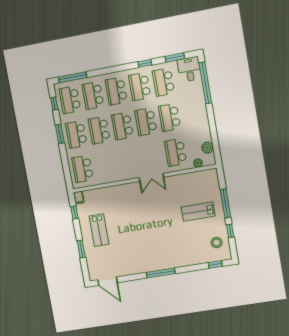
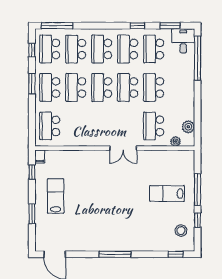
lab bench: (99, 230) -> (56, 196), turned 180

